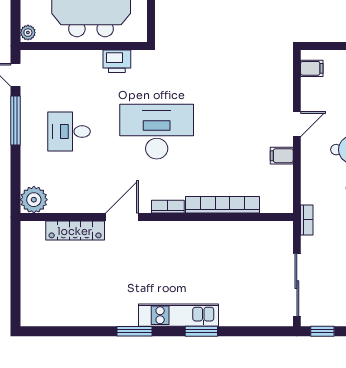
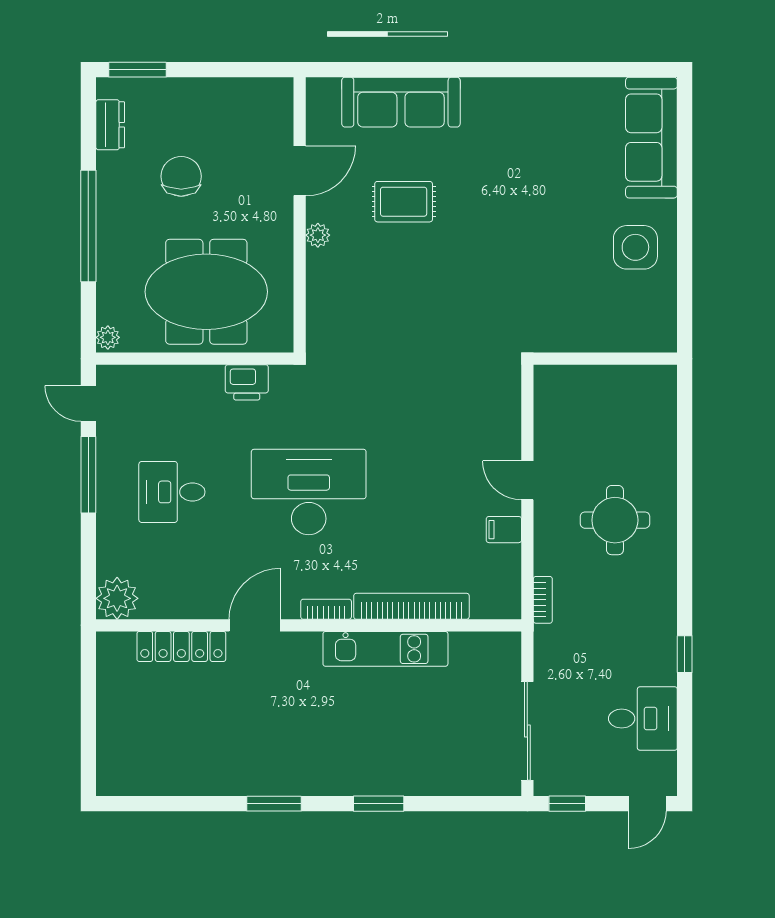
filing cabinet: (312, 68) -> (551, 393), removed
door: (297, 124) -> (527, 480), swing flipped
bookcase: (307, 220) -> (543, 600), moved
kitchen unit: (178, 315) -> (385, 649), moved, turned 180

